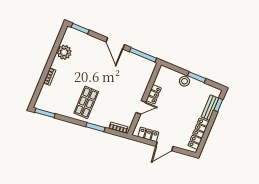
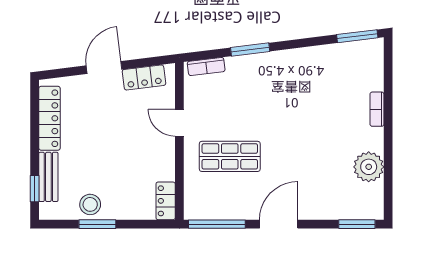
door: (115, 43) -> (279, 224), hinge flipped
stool: (184, 81) -> (90, 204), moved
locker: (154, 94) -> (166, 201), moved
shop shelf: (86, 102) -> (230, 156), moved, turned 90
door: (141, 107) -> (179, 123), hinge flipped

